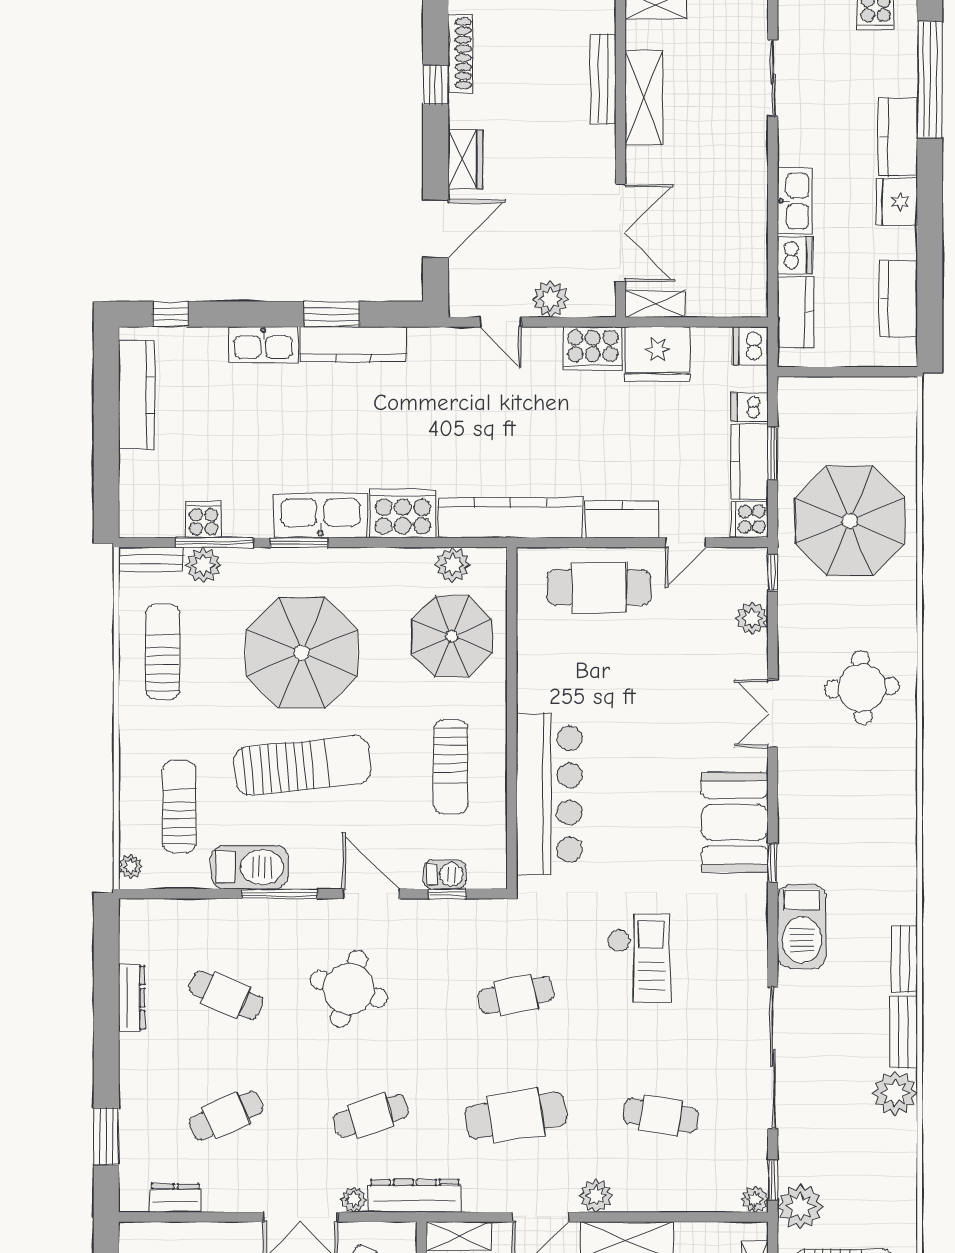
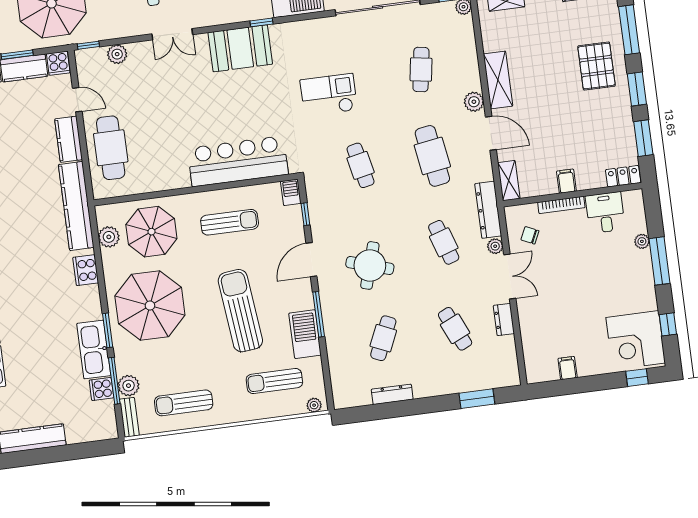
cooker: (403, 514) -> (86, 270), width x0.73, depth x0.76
kitchen sink: (320, 515) -> (94, 350), moved
parasol: (302, 653) -> (150, 305), moved
barbecue: (445, 874) -> (291, 192), moved
dresser: (176, 1198) -> (504, 319), moved

